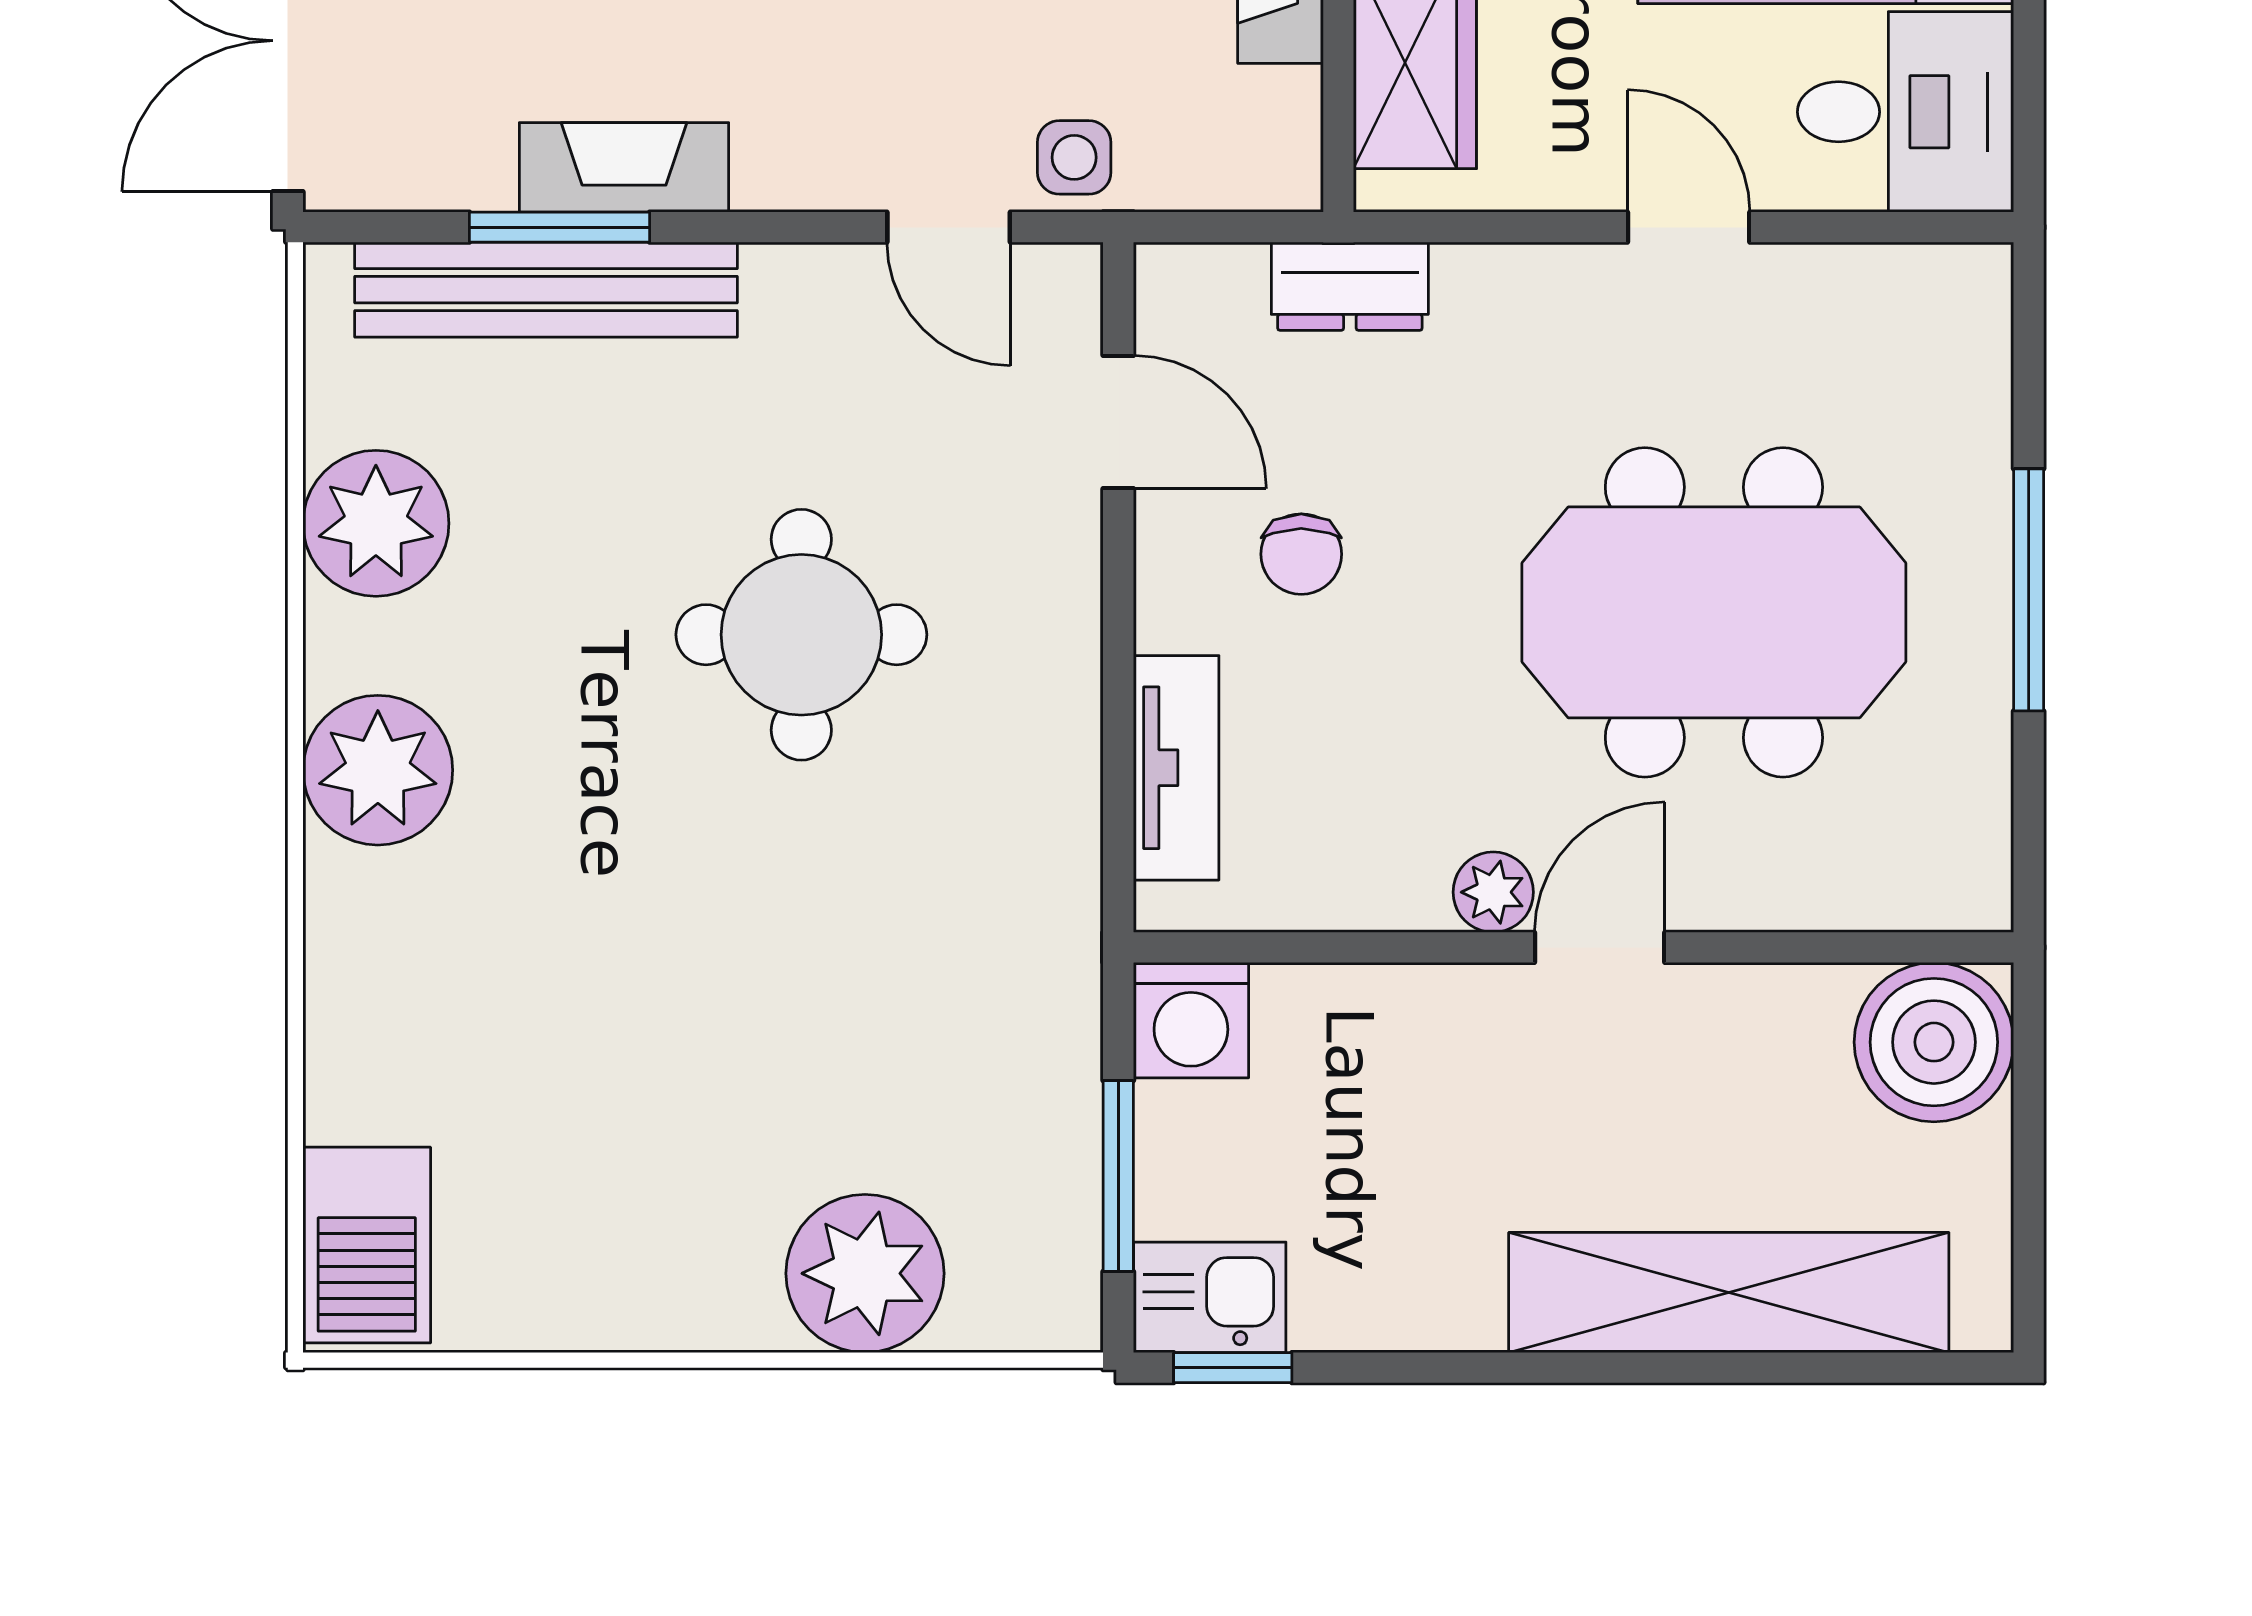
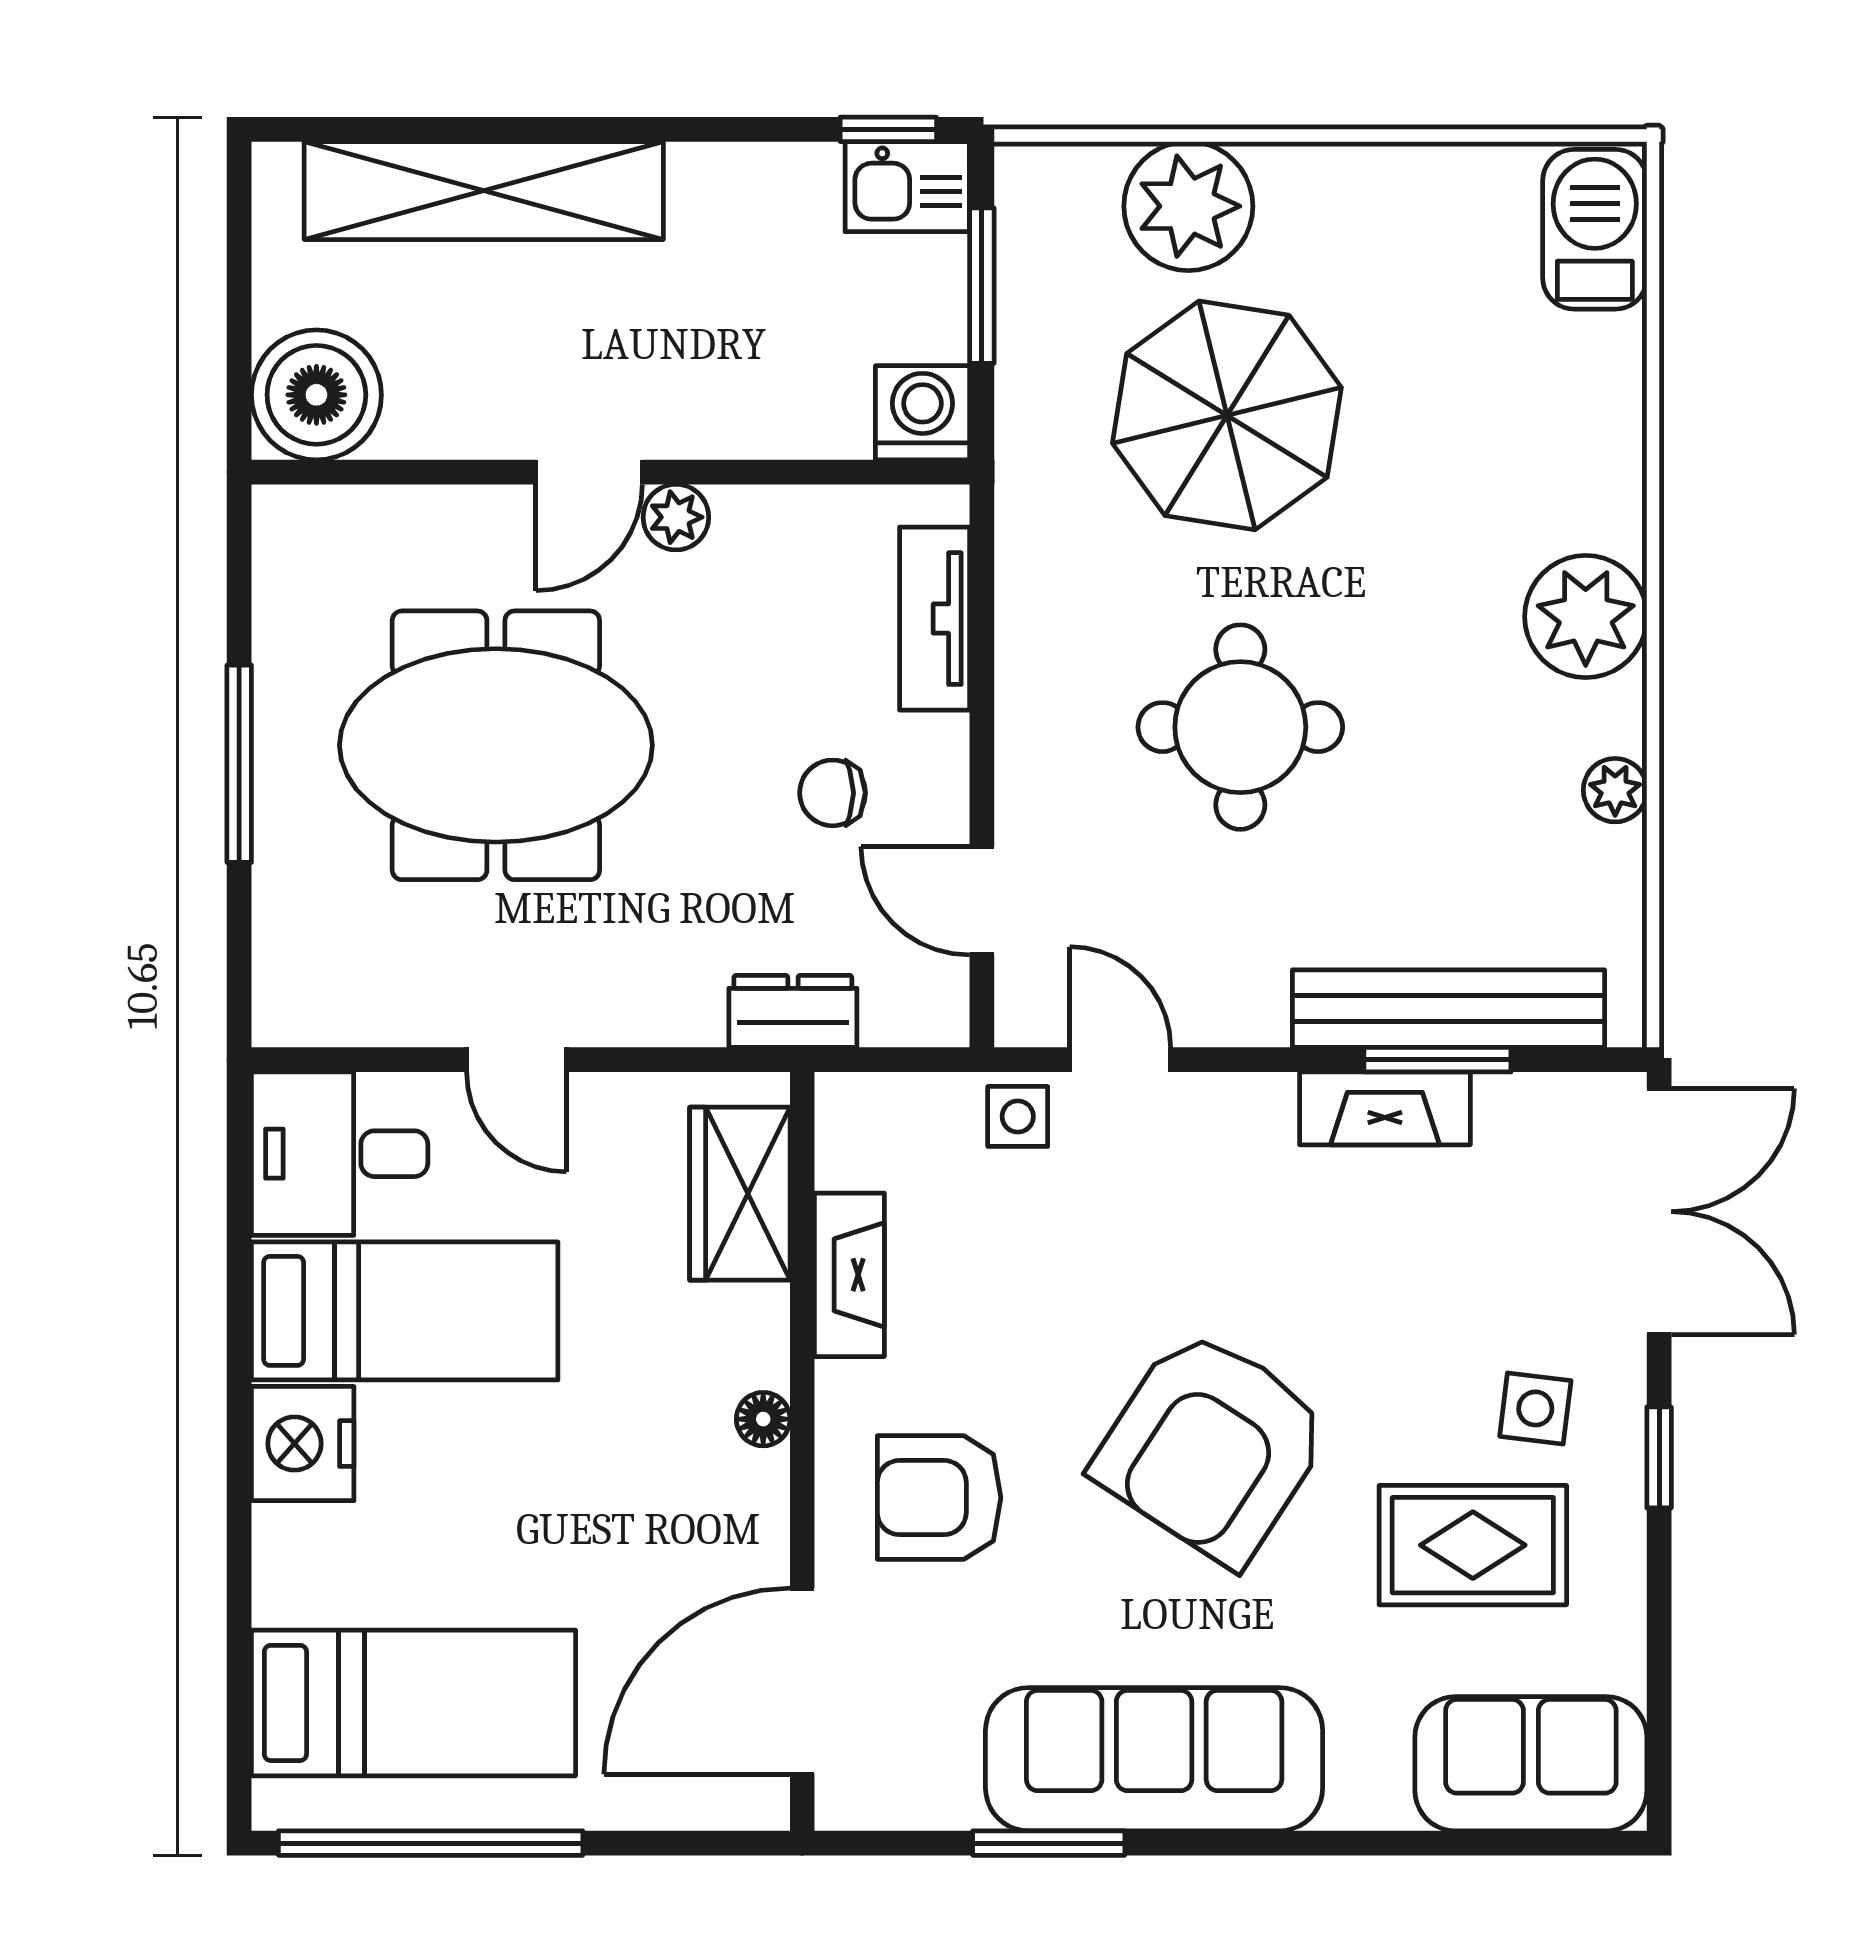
plant: (376, 523) -> (1615, 790), width x0.53, depth x0.53
chair: (1301, 554) -> (833, 793), turned -90
parasol: (818, 1017) -> (1227, 415), added

